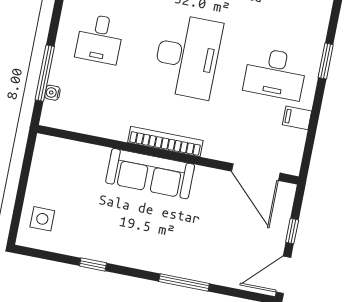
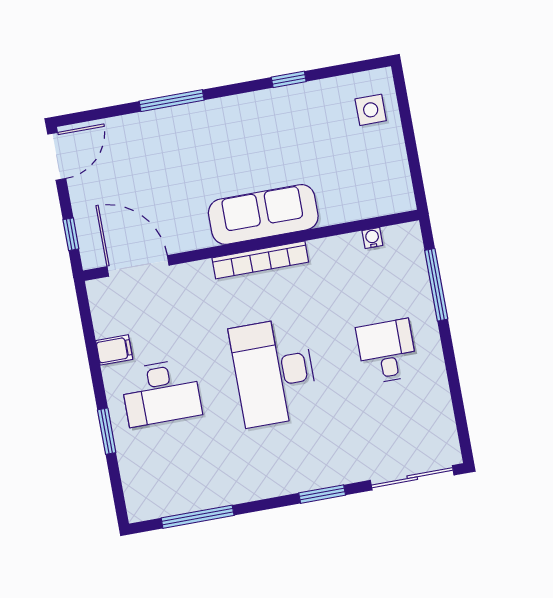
desk: (275, 74) -> (161, 392), turned 180
water cooler: (52, 93) -> (372, 238), moved, turned -90
window: (292, 231) -> (71, 234), moved

